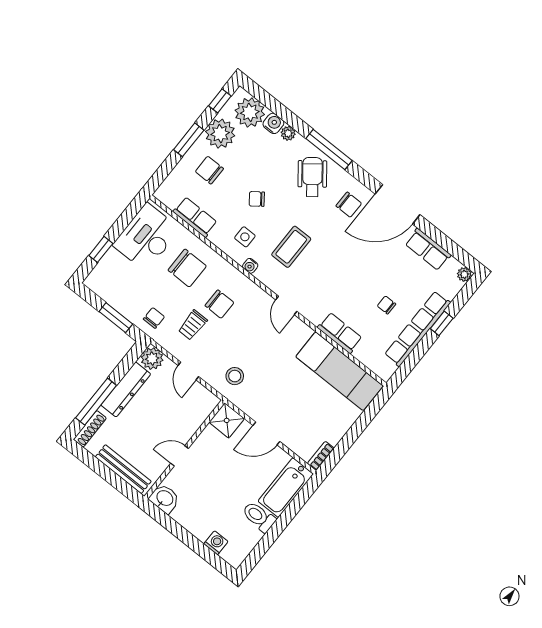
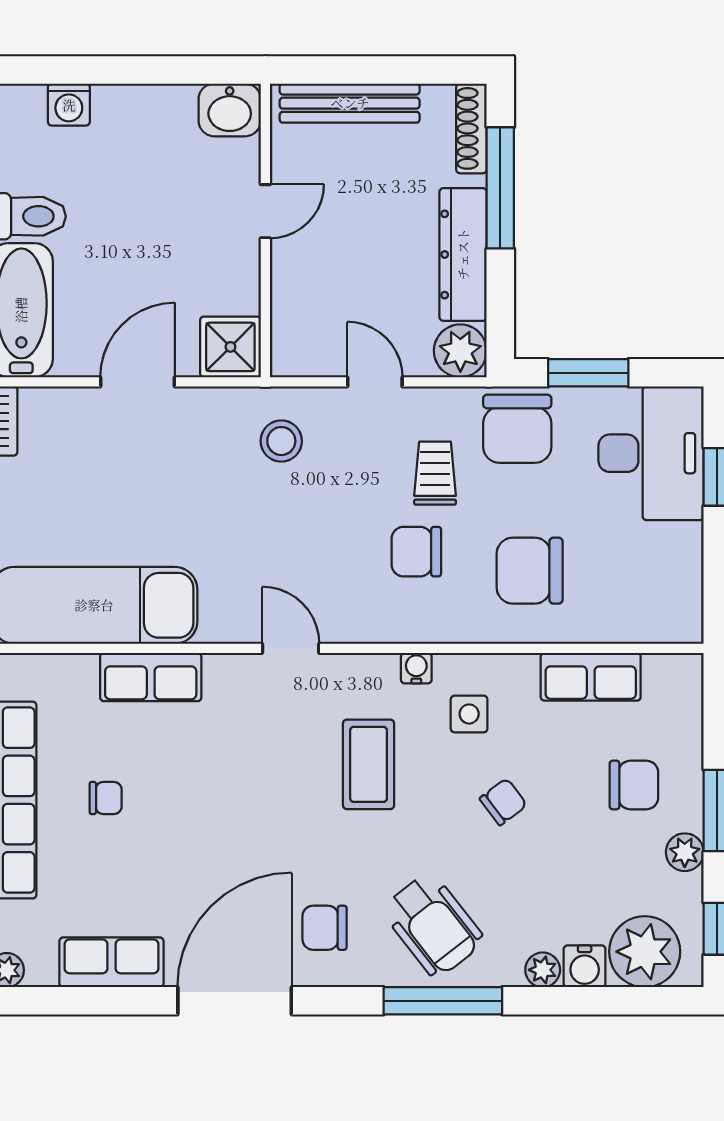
plant: (220, 134) -> (685, 852), width x0.53, depth x0.53
desk: (146, 237) -> (651, 453), moved
chair: (154, 318) -> (517, 429), width x1.87, depth x1.87

